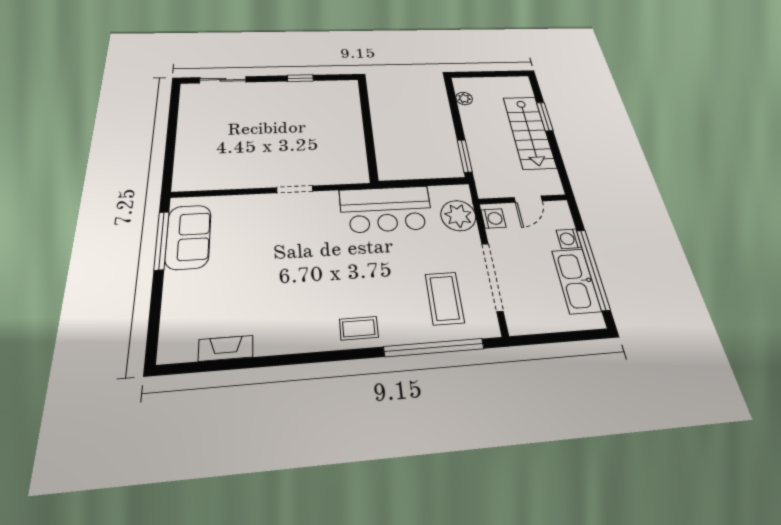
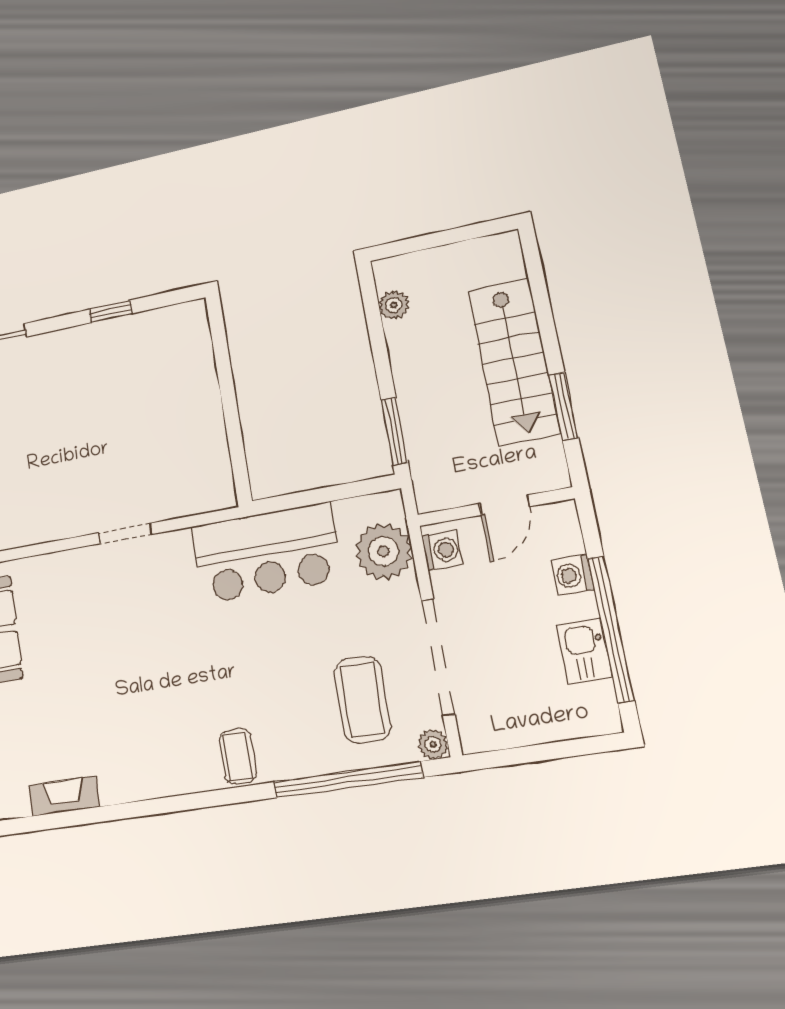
window: (545, 117) -> (564, 406), moved
kitchen sink: (576, 281) -> (584, 651), width x0.53, depth x0.81
coffee table: (359, 328) -> (238, 756), turned 90
plant: (490, 328) -> (433, 744), added

